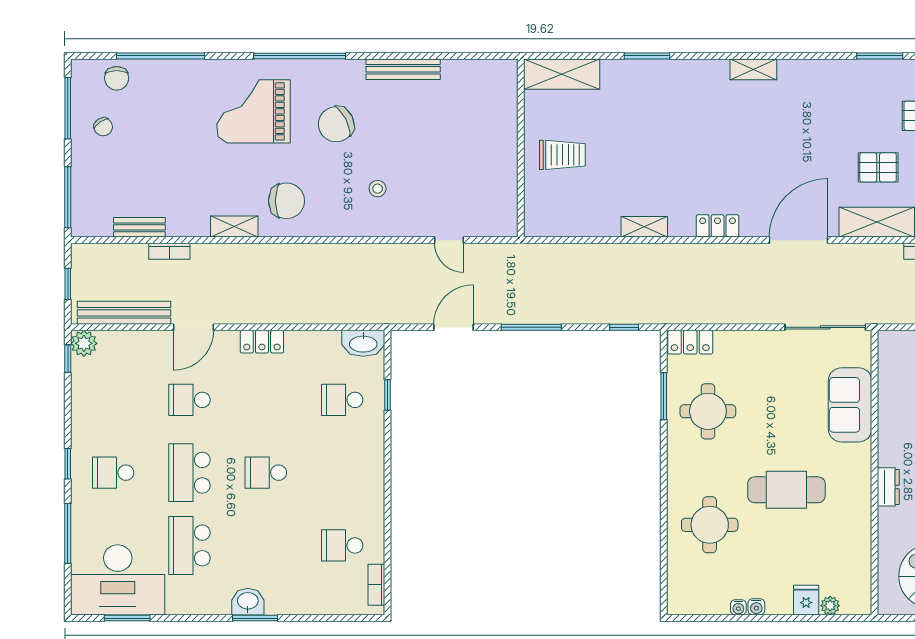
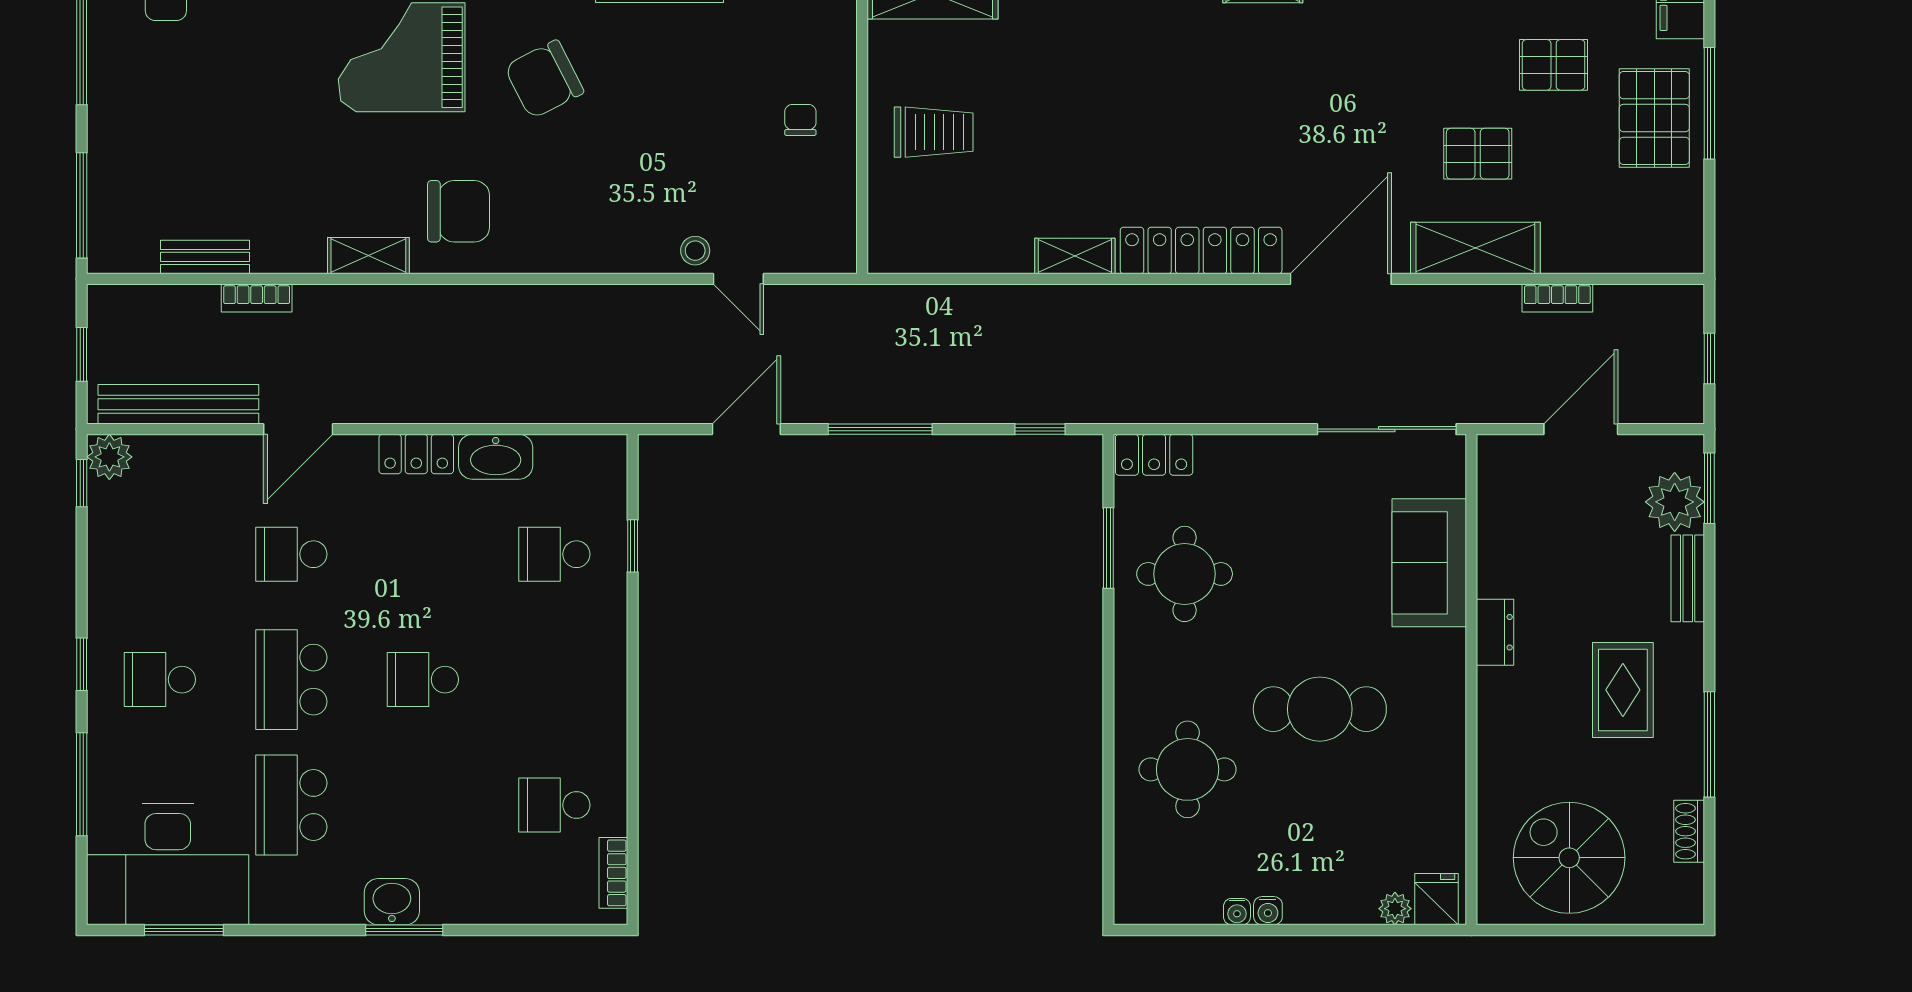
chair: (103, 127) -> (800, 120), moved, turned -147
stool: (378, 189) -> (695, 251), moved
locker: (718, 226) -> (1201, 251), width x2.16, depth x1.21
washbasin: (363, 343) -> (496, 457), moved
dresser: (888, 487) -> (1495, 632), moved
fridge: (806, 600) -> (1436, 899), moved

